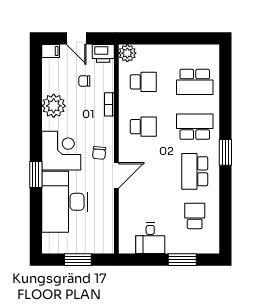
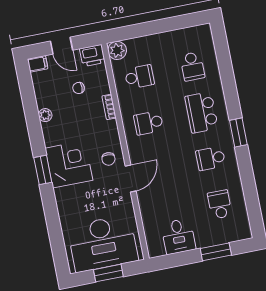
school desk: (195, 82) -> (192, 66), width x0.54
plant: (54, 106) -> (45, 115), width x0.53, depth x0.53
school desk: (143, 127) -> (149, 123), turned 180
school desk: (195, 127) -> (201, 112), turned -90
school desk: (195, 171) -> (211, 158), width x0.54
window: (36, 174) -> (43, 170), moved
desk: (65, 202) -> (103, 243), moved, turned -90

